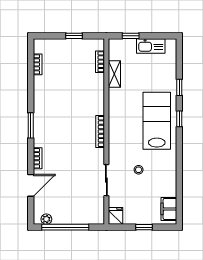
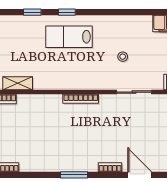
lab bench: (157, 121) -> (69, 37), width x0.73, depth x0.72

